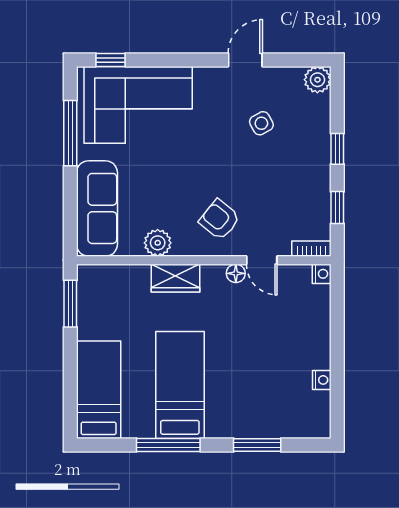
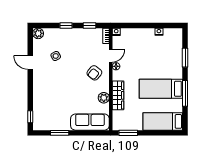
corner sofa: (138, 105) -> (48, 106), removed
window: (70, 133) -> (60, 133), width x0.69
wardrobe: (176, 278) -> (118, 95), width x1.50

